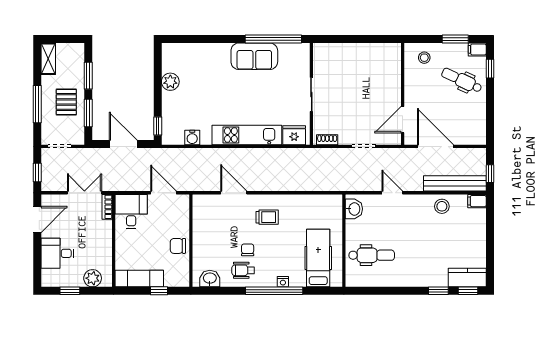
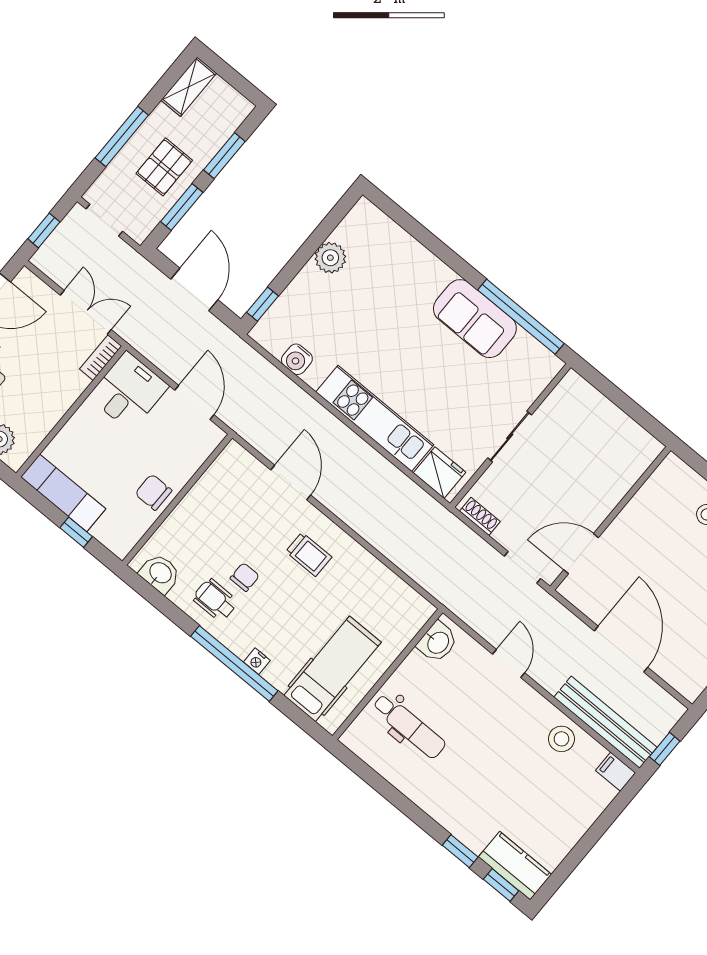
wall: (403, 94) -> (610, 518), moved
door: (403, 120) -> (581, 554), moved

